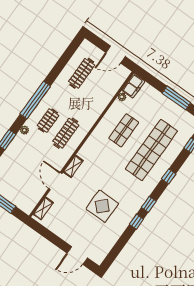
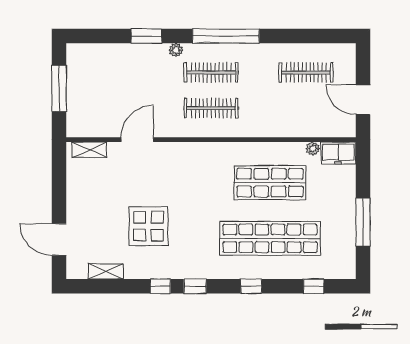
clothes rail: (48, 121) -> (211, 72), width x1.36
shop shelf: (124, 130) -> (270, 183), width x1.43, depth x1.36
shelving: (73, 166) -> (106, 271), moved

